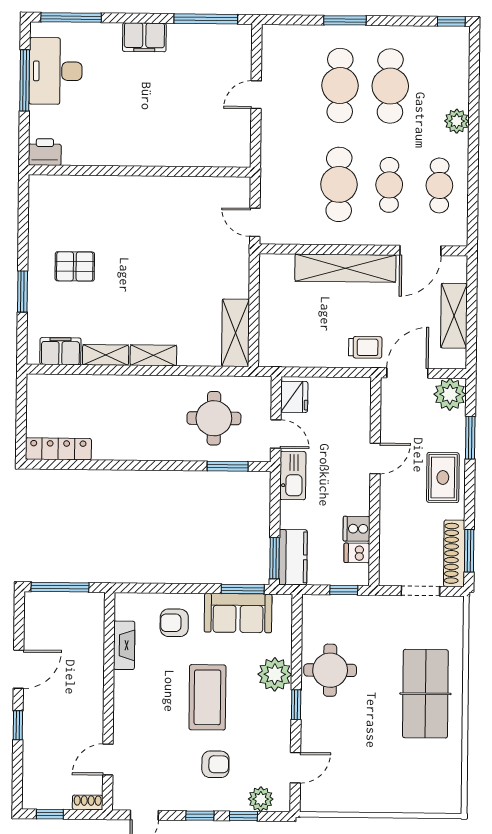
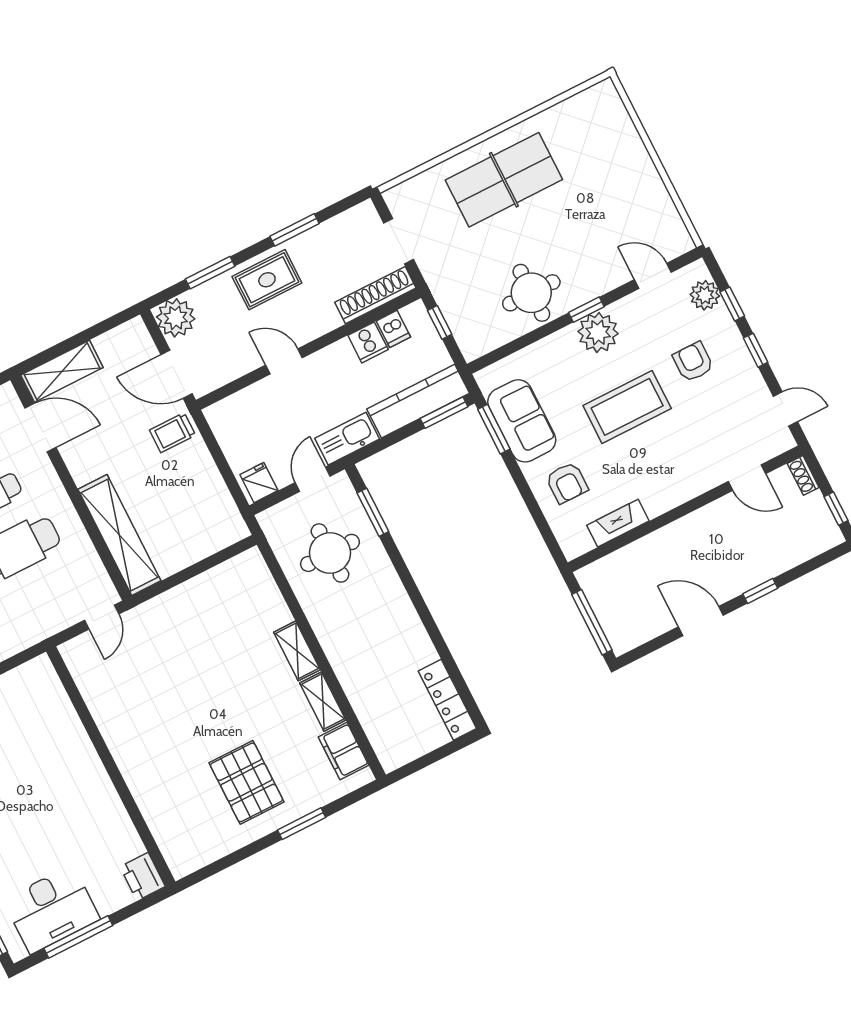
pallet: (75, 266) -> (246, 782), width x1.50, depth x1.42
shelving: (345, 268) -> (119, 535), moved
shelving: (454, 316) -> (62, 371), moved
shelving: (235, 333) -> (228, 577), removed
trolley: (365, 347) -> (173, 433), turned -90
fridge: (294, 397) -> (259, 483), width x0.72
window: (469, 551) -> (294, 230), moved
shoe rack: (454, 553) -> (375, 295), moved, turned 180
kitchen counter: (293, 557) -> (418, 401), width x1.50
plant: (275, 674) -> (598, 332), moved

